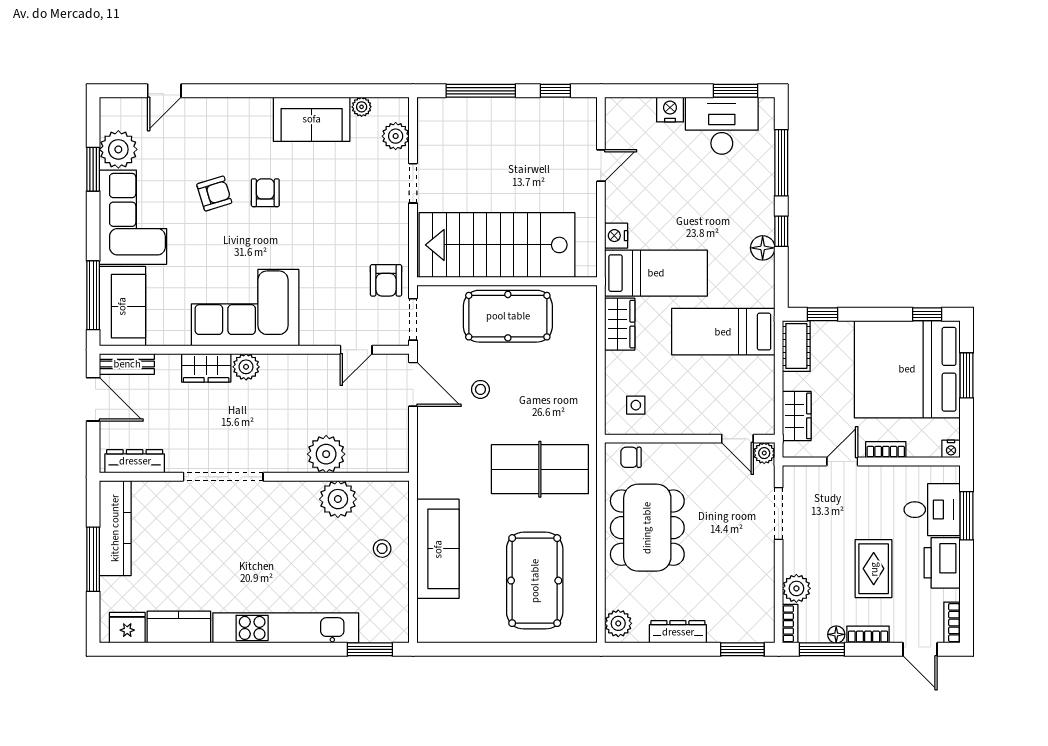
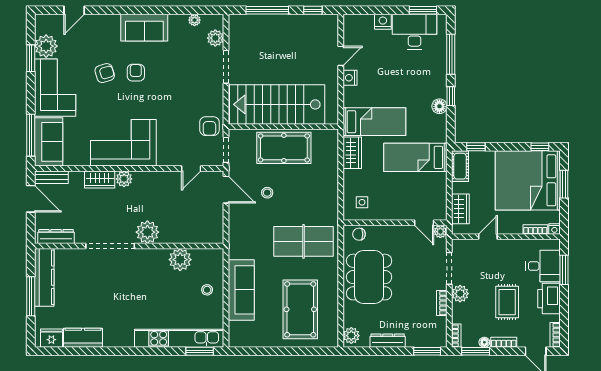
sofa: (312, 119) -> (144, 28), moved
doorway: (413, 183) -> (226, 67), width x1.38
nightstand: (616, 236) -> (350, 78), moved
bookcase: (886, 450) -> (535, 229), moved
plant: (326, 454) -> (147, 232), moved
bookcase: (767, 570) -> (442, 303), added
plant: (796, 588) -> (460, 294), moved
kitchen unit: (286, 628) -> (179, 338), moved

